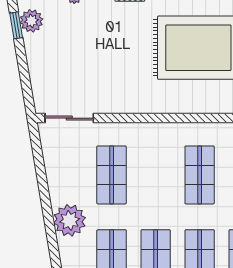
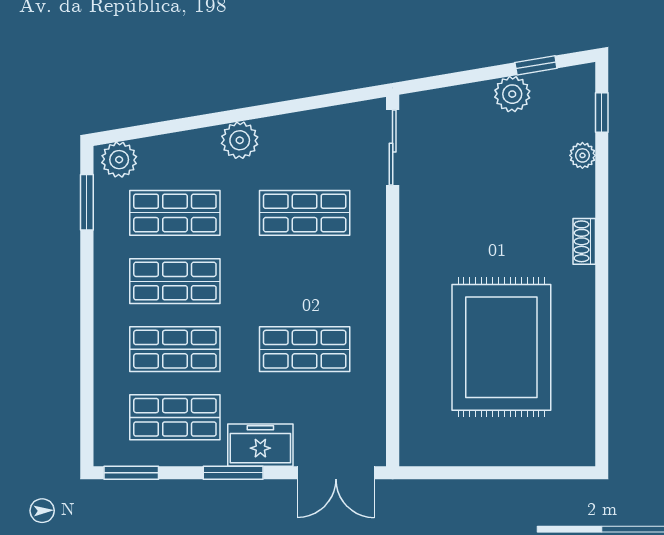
plant: (31, 21) -> (512, 94), moved
plant: (70, 220) -> (240, 140), width x0.73, depth x0.73

